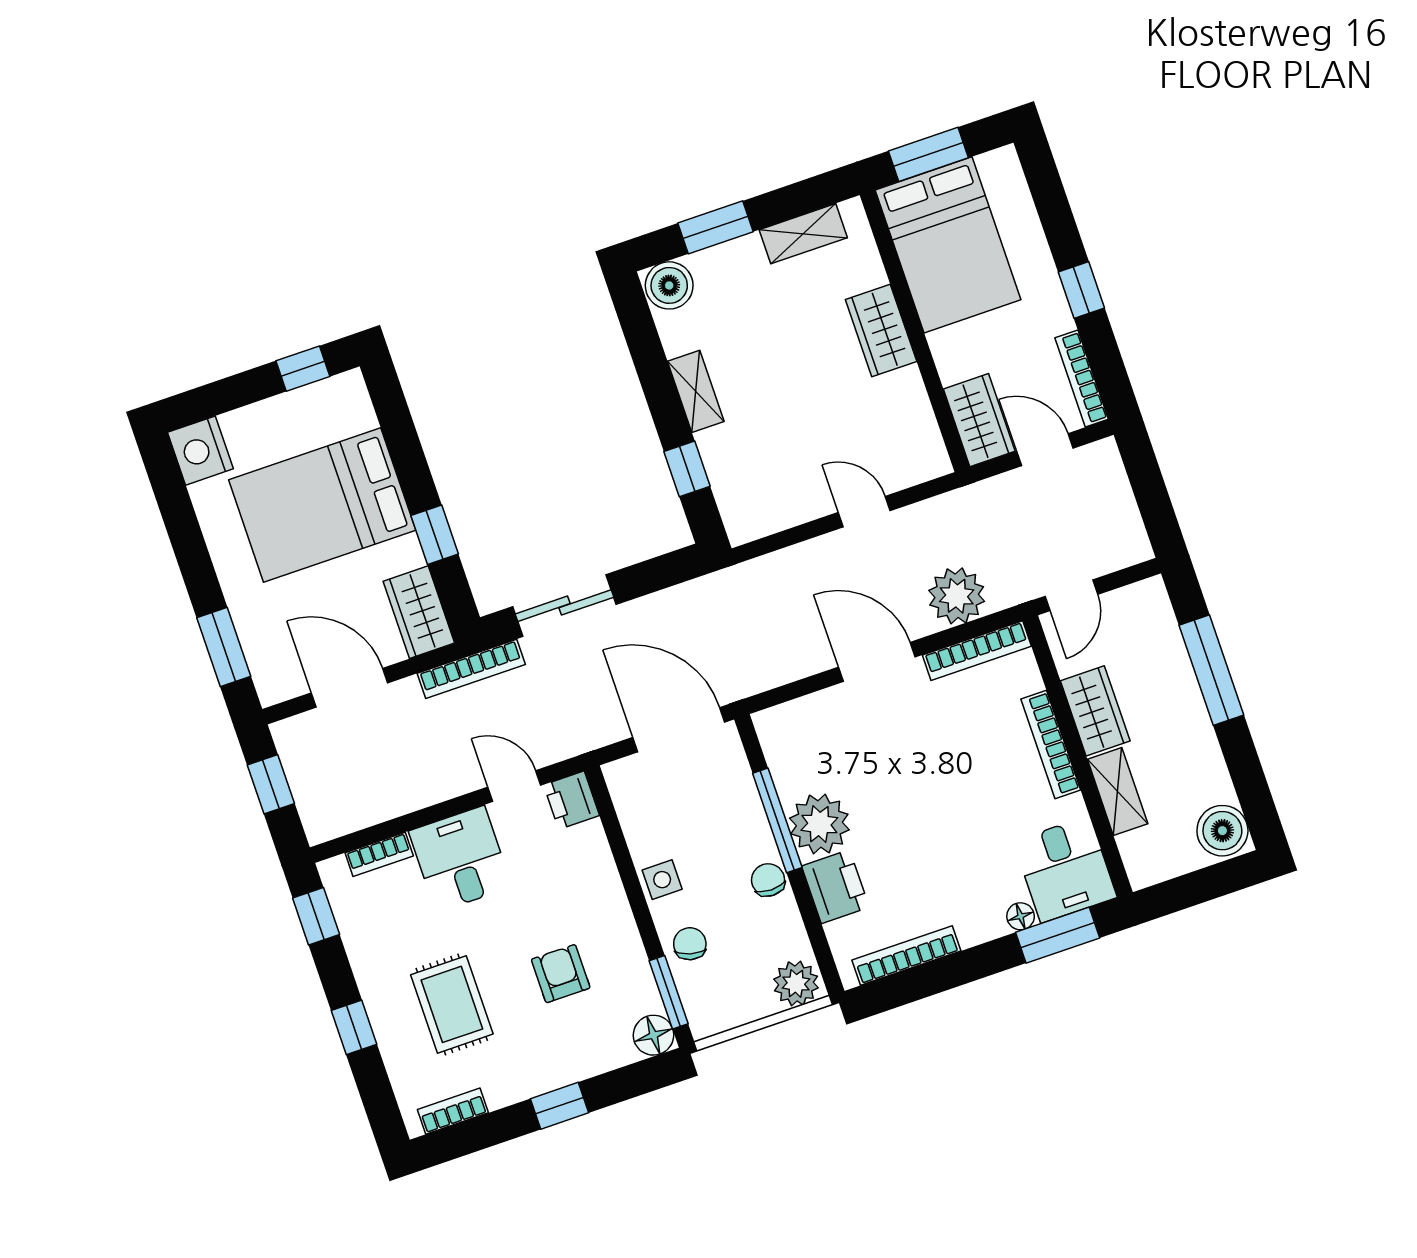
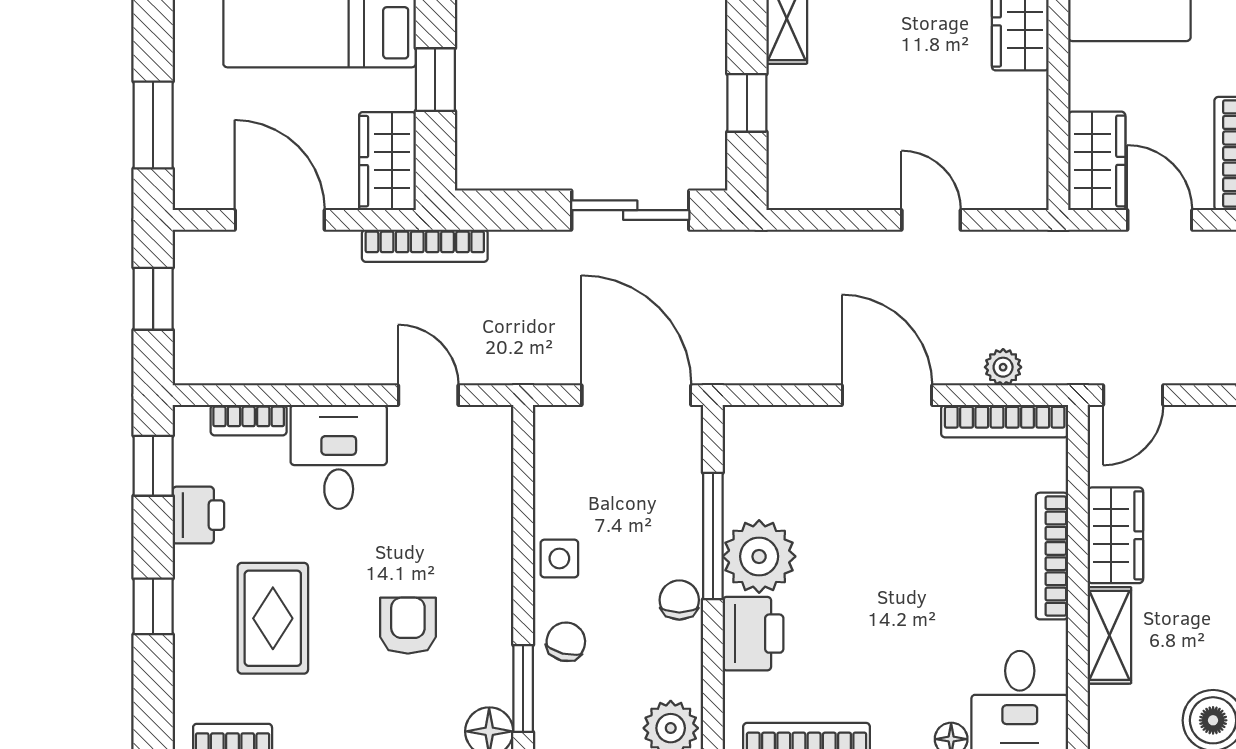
plant: (957, 596) -> (1003, 367), width x0.53, depth x0.53
sliding door: (565, 606) -> (630, 210), moved
printer: (571, 800) -> (198, 515), moved, turned 180

